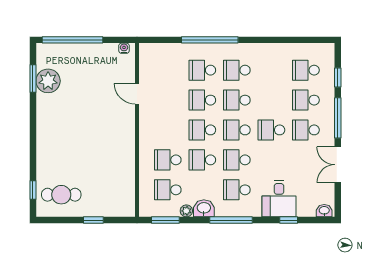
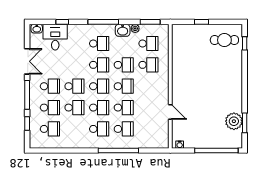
school desk: (271, 100) -> (74, 108), added
desk: (279, 199) -> (55, 37), moved

